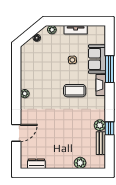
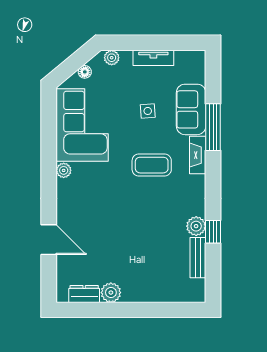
corner sofa: (35, 68) -> (82, 125), added
door: (16, 133) -> (49, 240), hinge flipped
plant: (80, 163) -> (111, 293), moved

